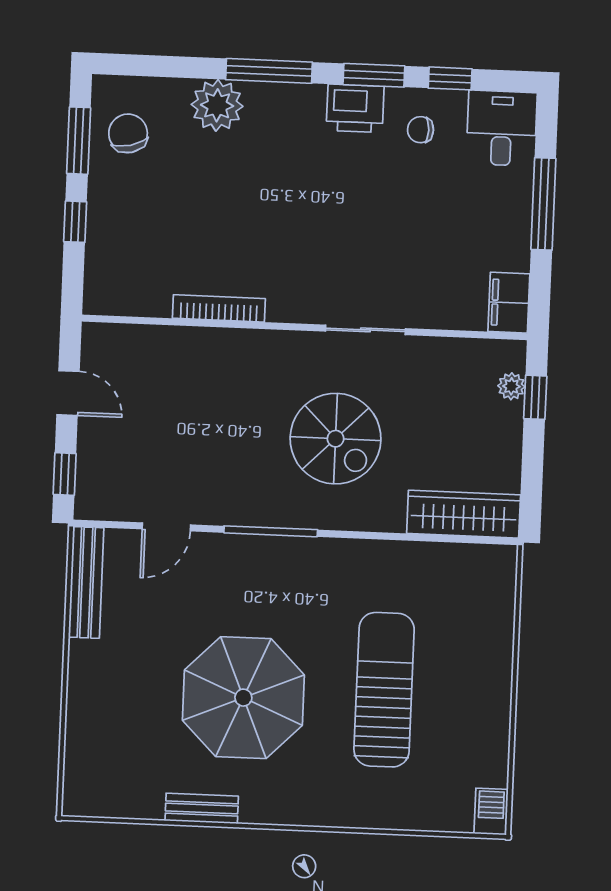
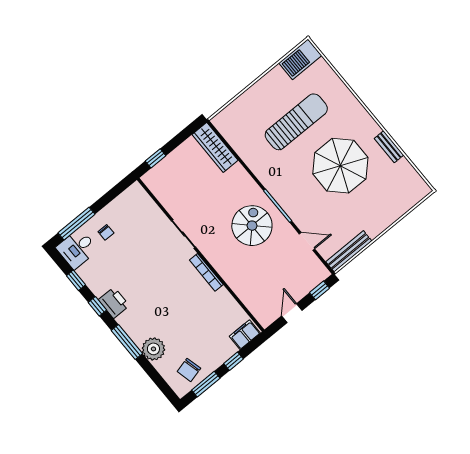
window: (374, 75) -> (97, 306), width x0.67
chair: (420, 130) -> (106, 232), moved
window: (543, 204) -> (77, 224), moved
filing cabinet: (509, 303) -> (245, 335), moved, turned 180
bookcase: (219, 308) -> (206, 272), moved
plant: (511, 386) -> (159, 169), removed
spiral stairs: (336, 439) -> (252, 226), moved
sun lounger: (384, 690) -> (296, 122), turned 180
barbecue: (491, 812) -> (300, 59), width x1.88, depth x1.53

